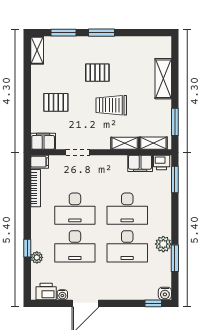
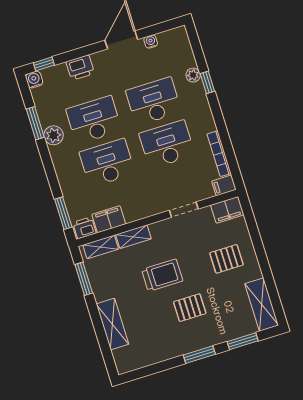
shelving: (37, 50) -> (262, 305), width x1.50, depth x1.33
printer: (46, 291) -> (80, 68), moved

